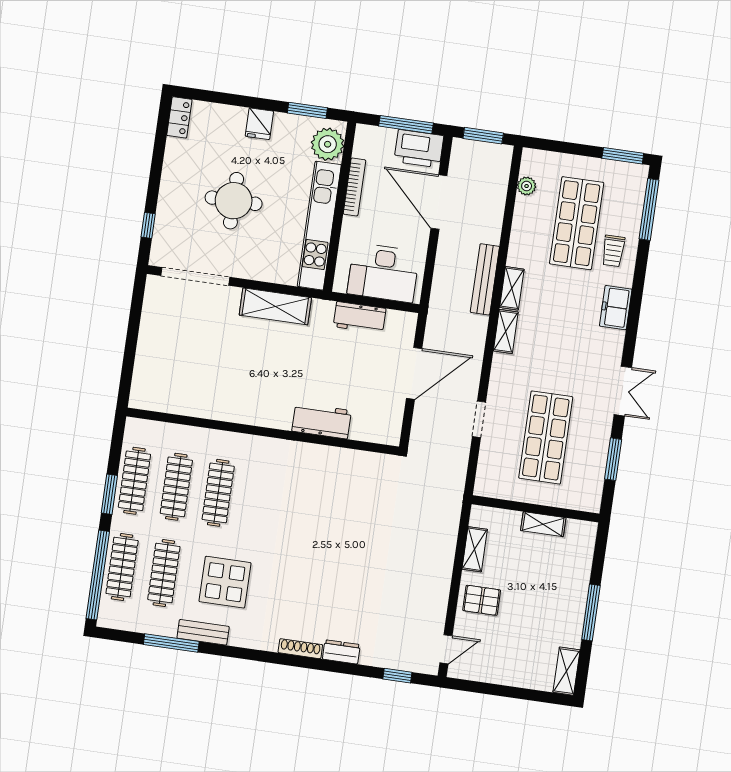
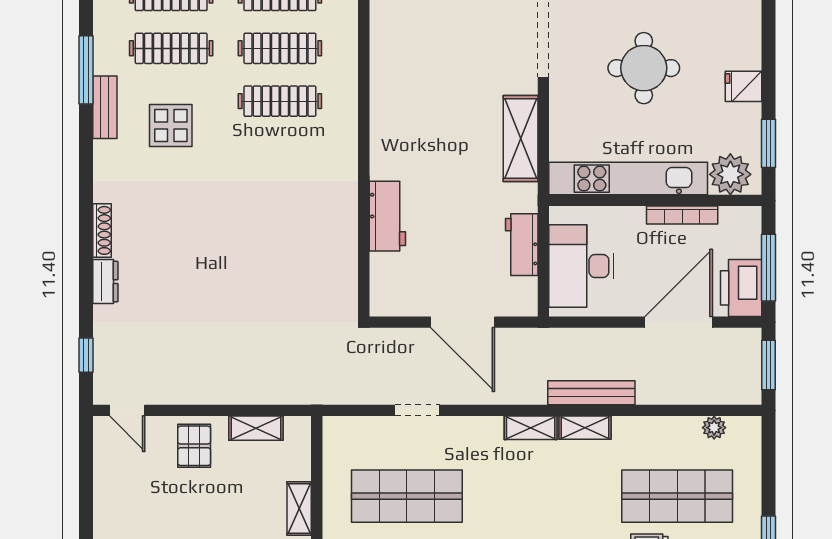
display table: (225, 582) -> (171, 125), width x0.73, depth x0.73

